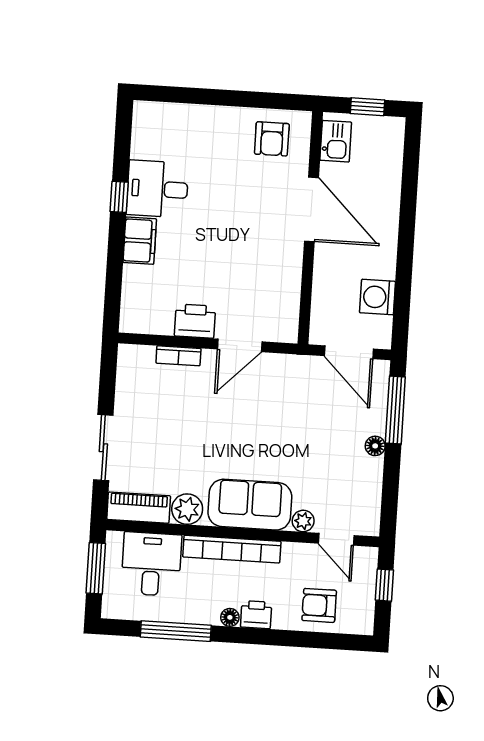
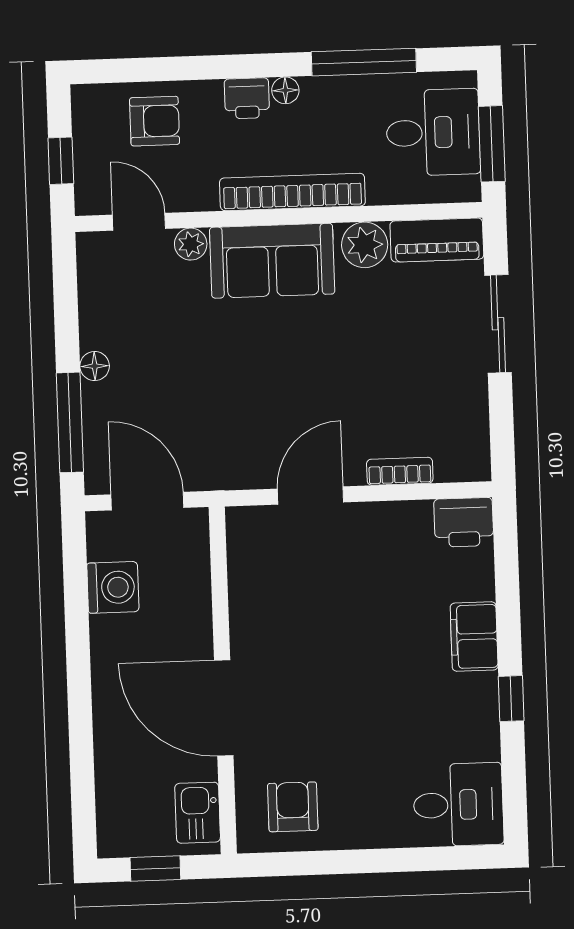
desk: (157, 189) -> (458, 805), moved
printer: (195, 321) -> (464, 522), moved
desk: (151, 564) -> (433, 132), moved, turned -90

